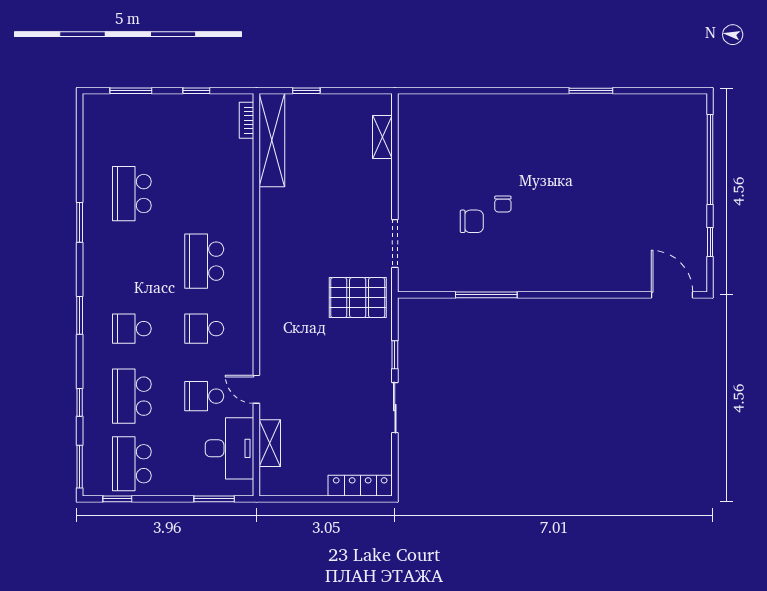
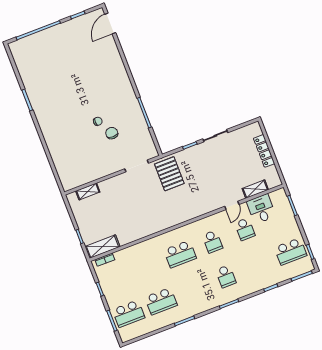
shelving: (272, 140) -> (102, 247), width x0.68
school desk: (132, 396) -> (129, 314), moved
desk: (230, 448) -> (261, 209), width x0.73
locker: (360, 486) -> (264, 151), moved

